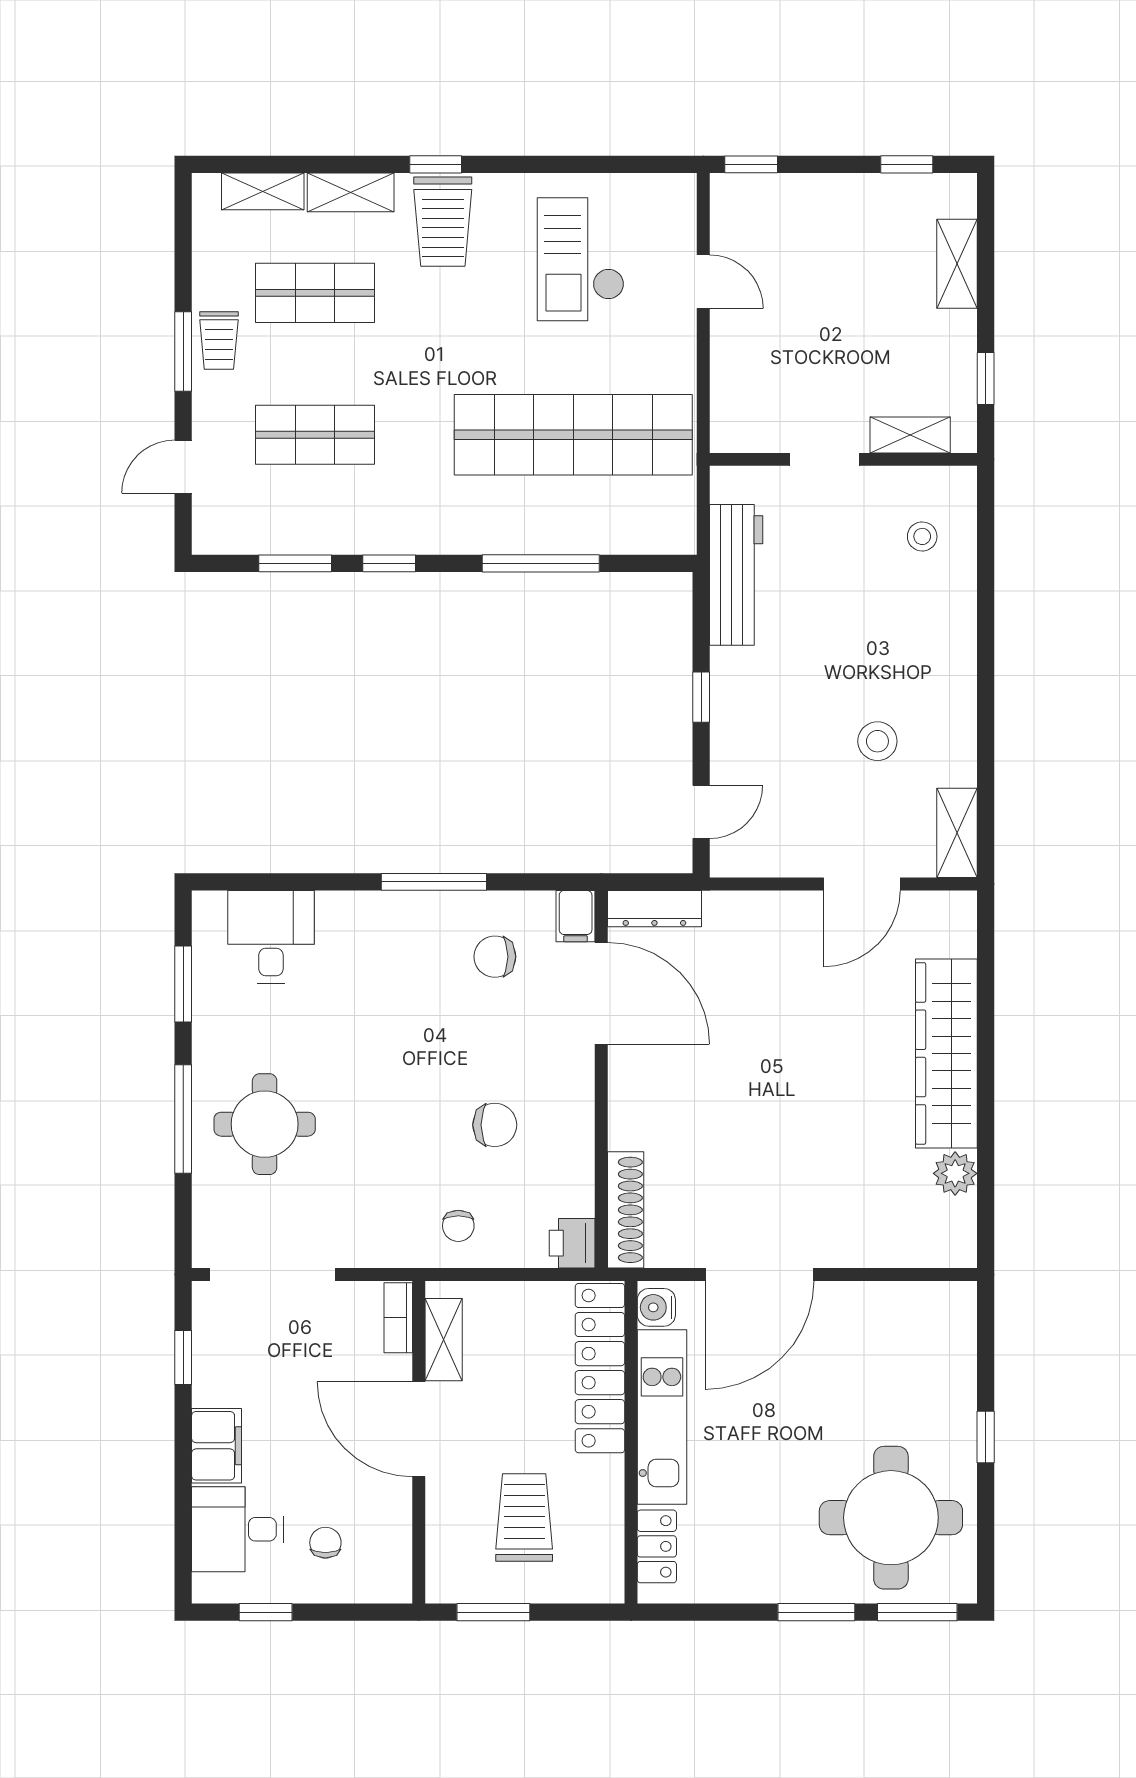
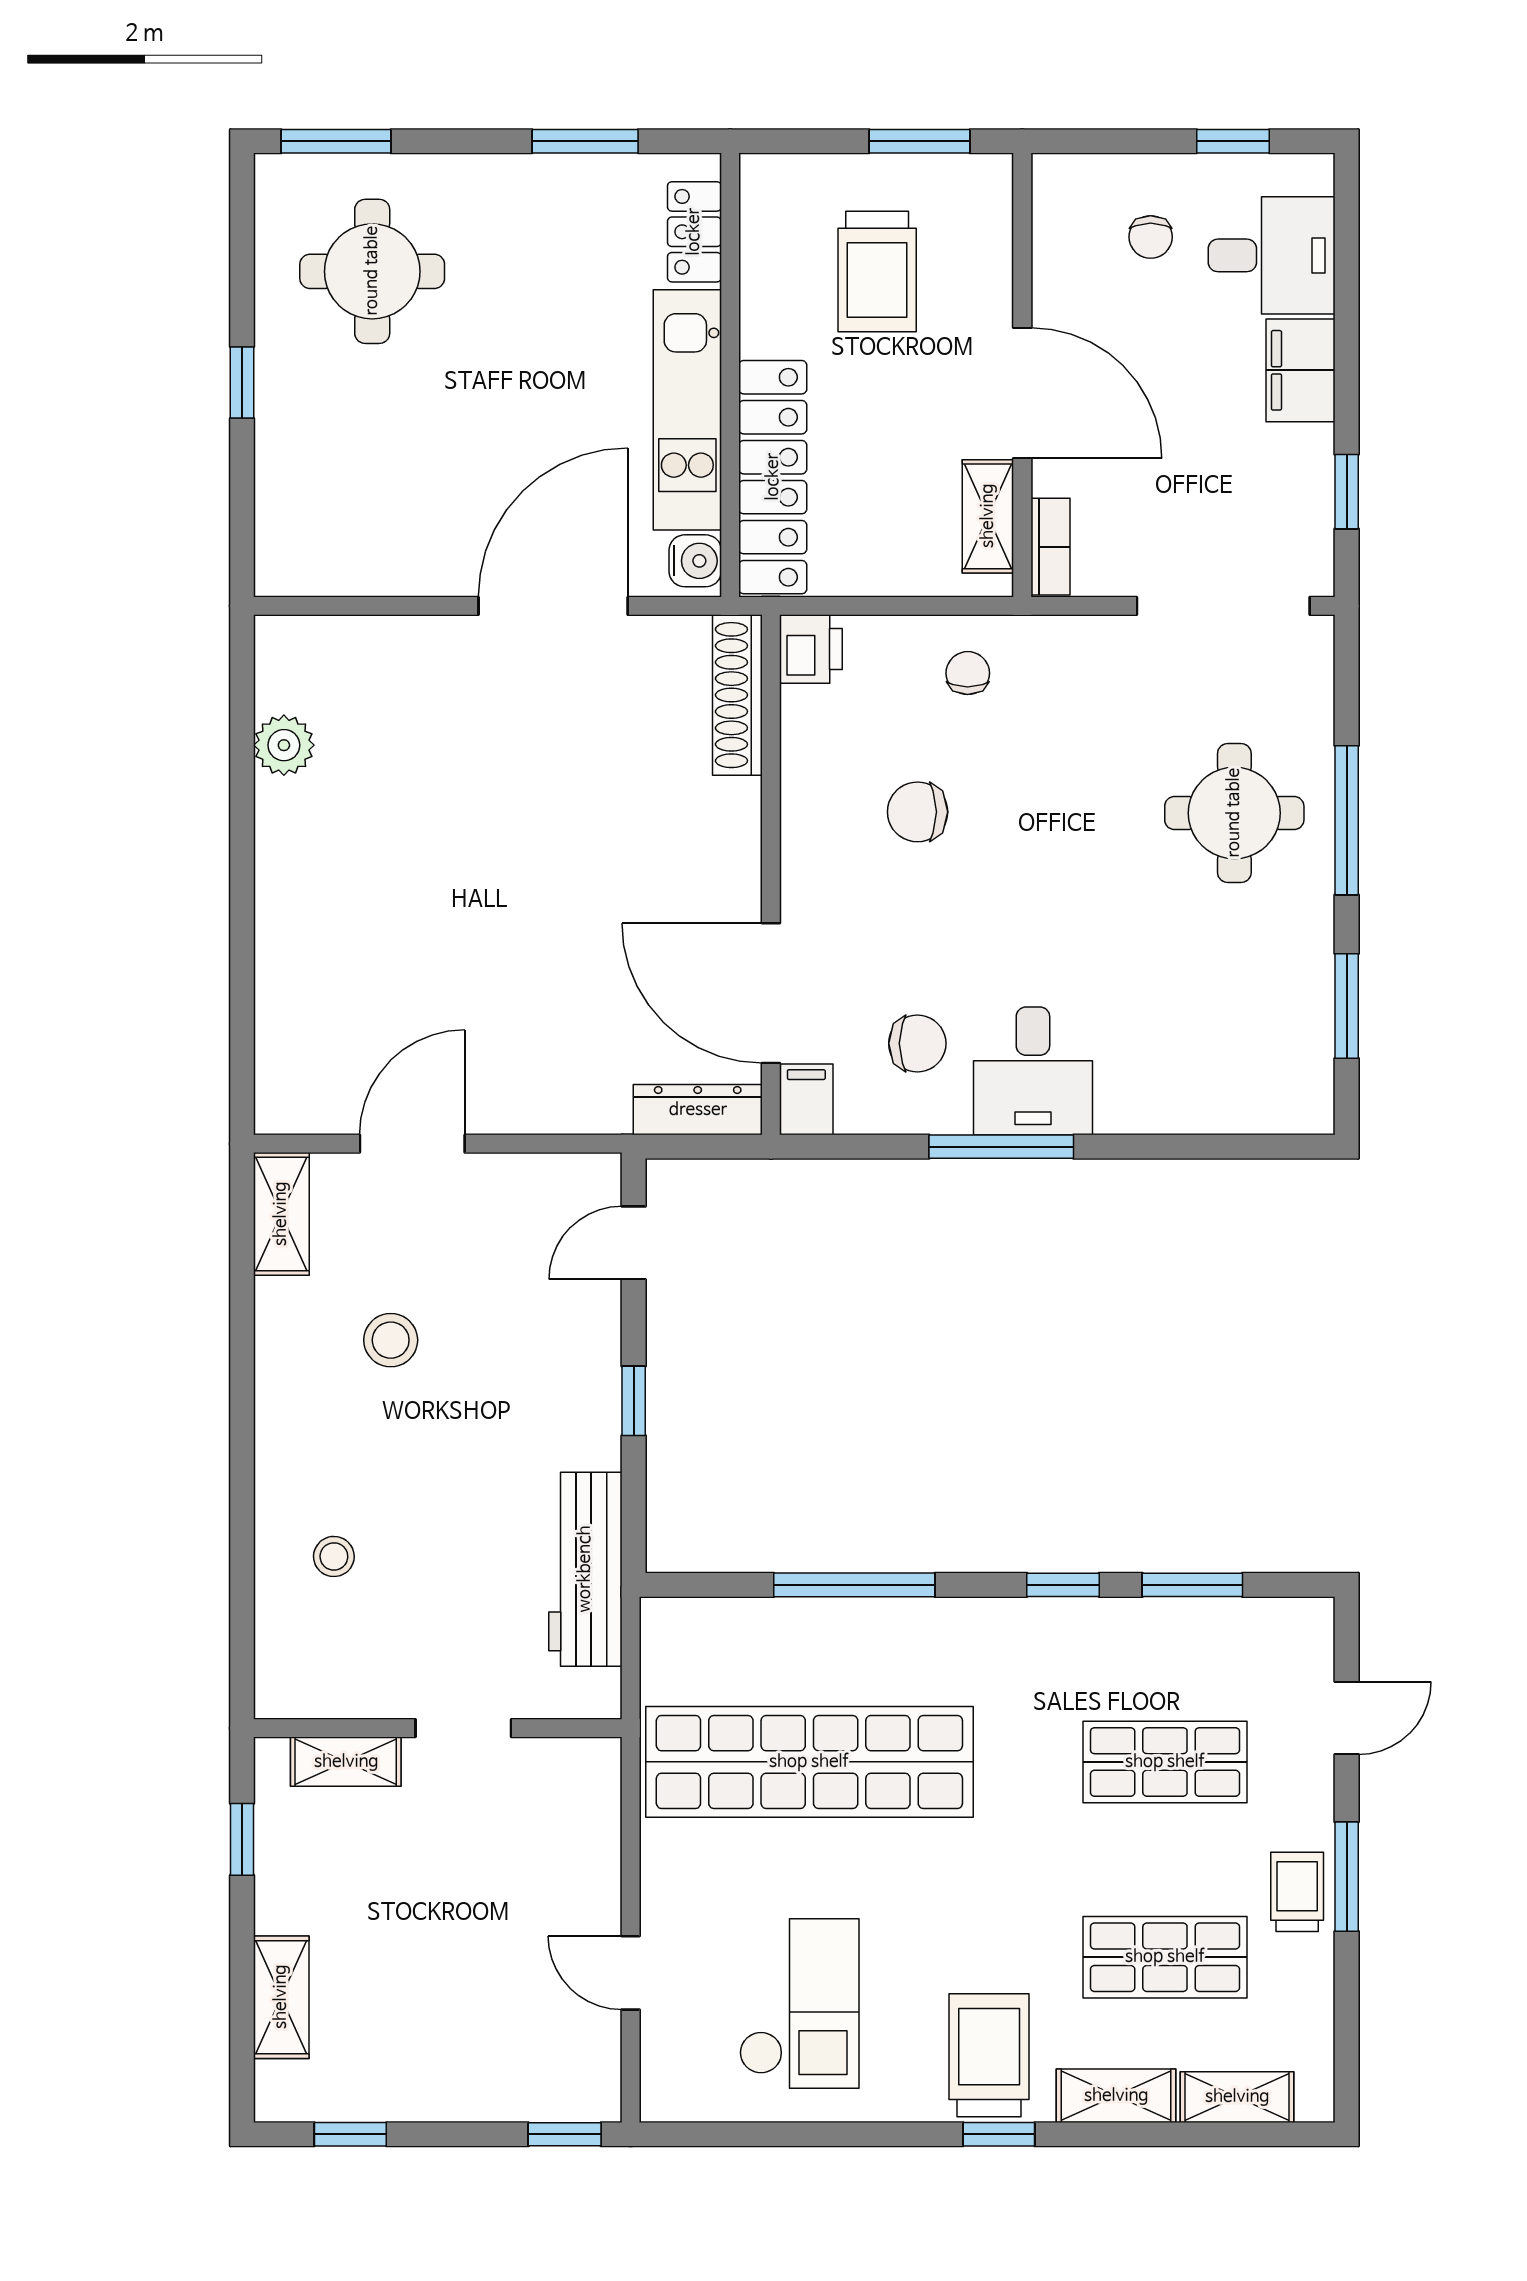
stool: (922, 536) -> (334, 1556), moved
desk: (271, 937) -> (1033, 1071), moved
wardrobe: (946, 1053) -> (296, 910), removed
round table: (891, 1518) -> (372, 271), width x0.73, depth x0.73
window: (816, 1612) -> (585, 141), moved

